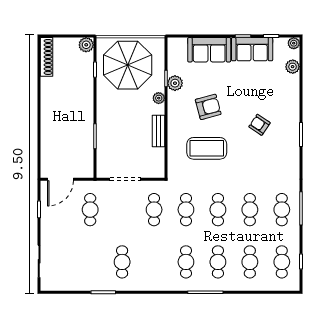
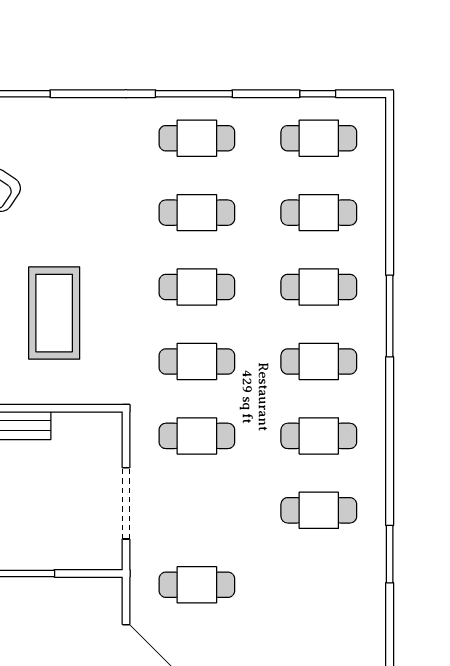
cafe table: (154, 262) -> (319, 436), added

